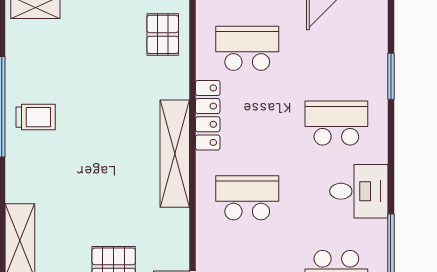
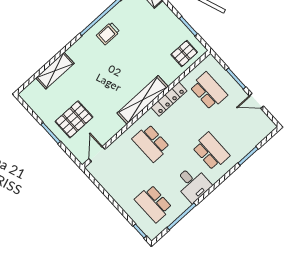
trolley: (36, 117) -> (108, 34), turned 90
school desk: (247, 198) -> (151, 143), turned 180

